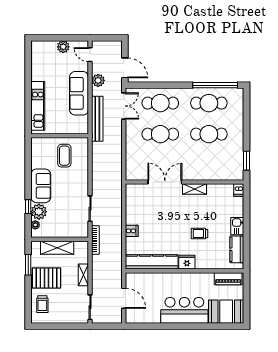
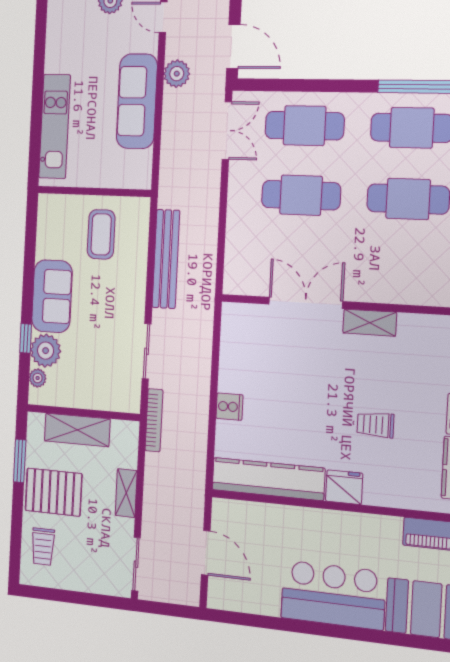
bench: (97, 119) -> (166, 259), moved

